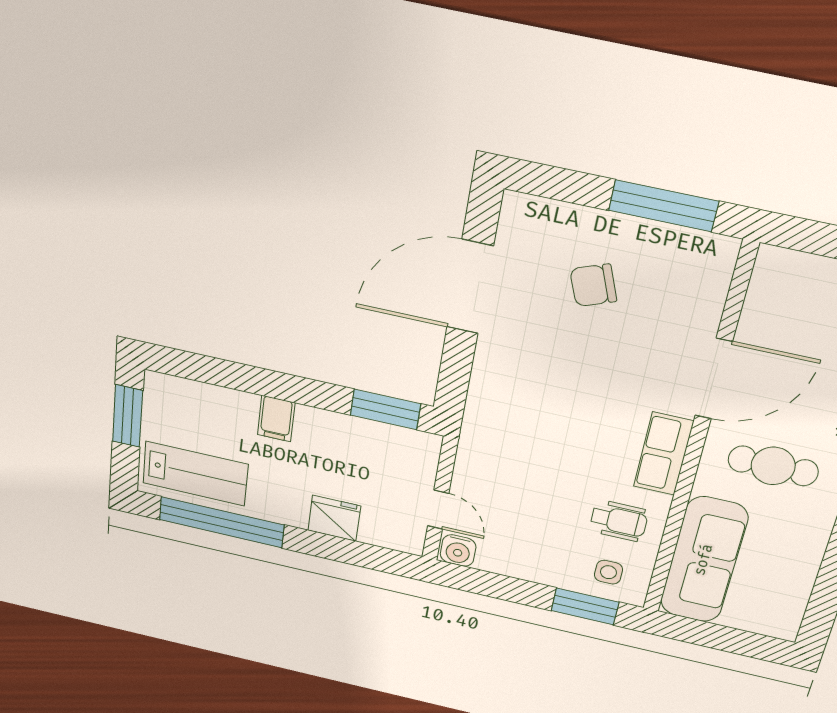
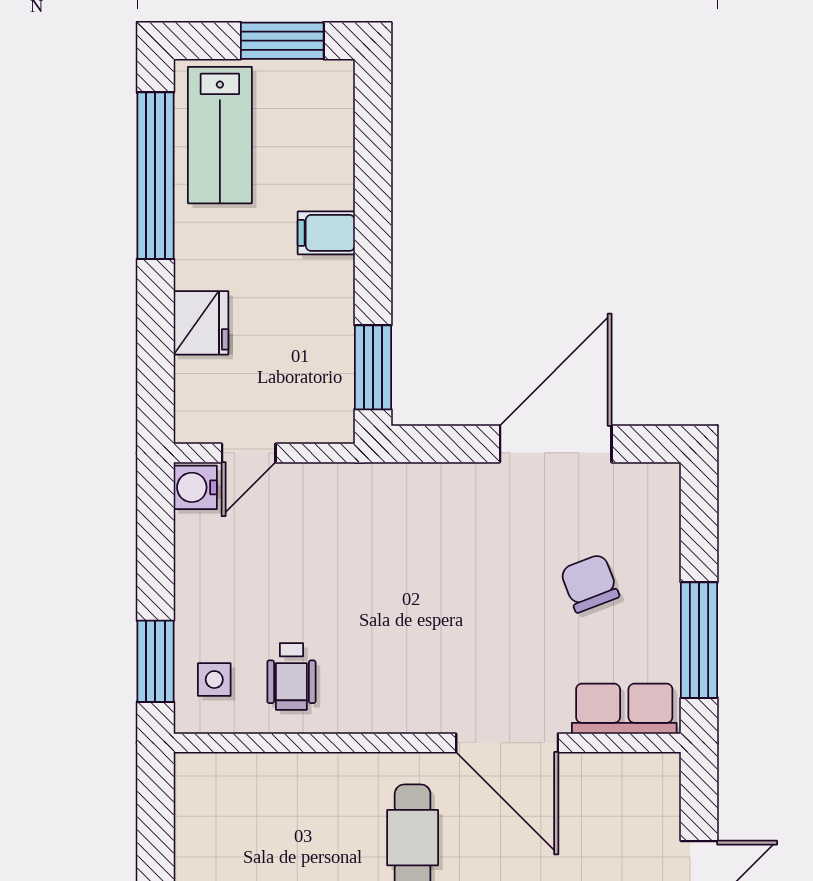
door: (470, 287) -> (556, 444), hinge flipped
row of seats: (663, 454) -> (624, 709), moved
sofa: (704, 560) -> (263, 790), removed

